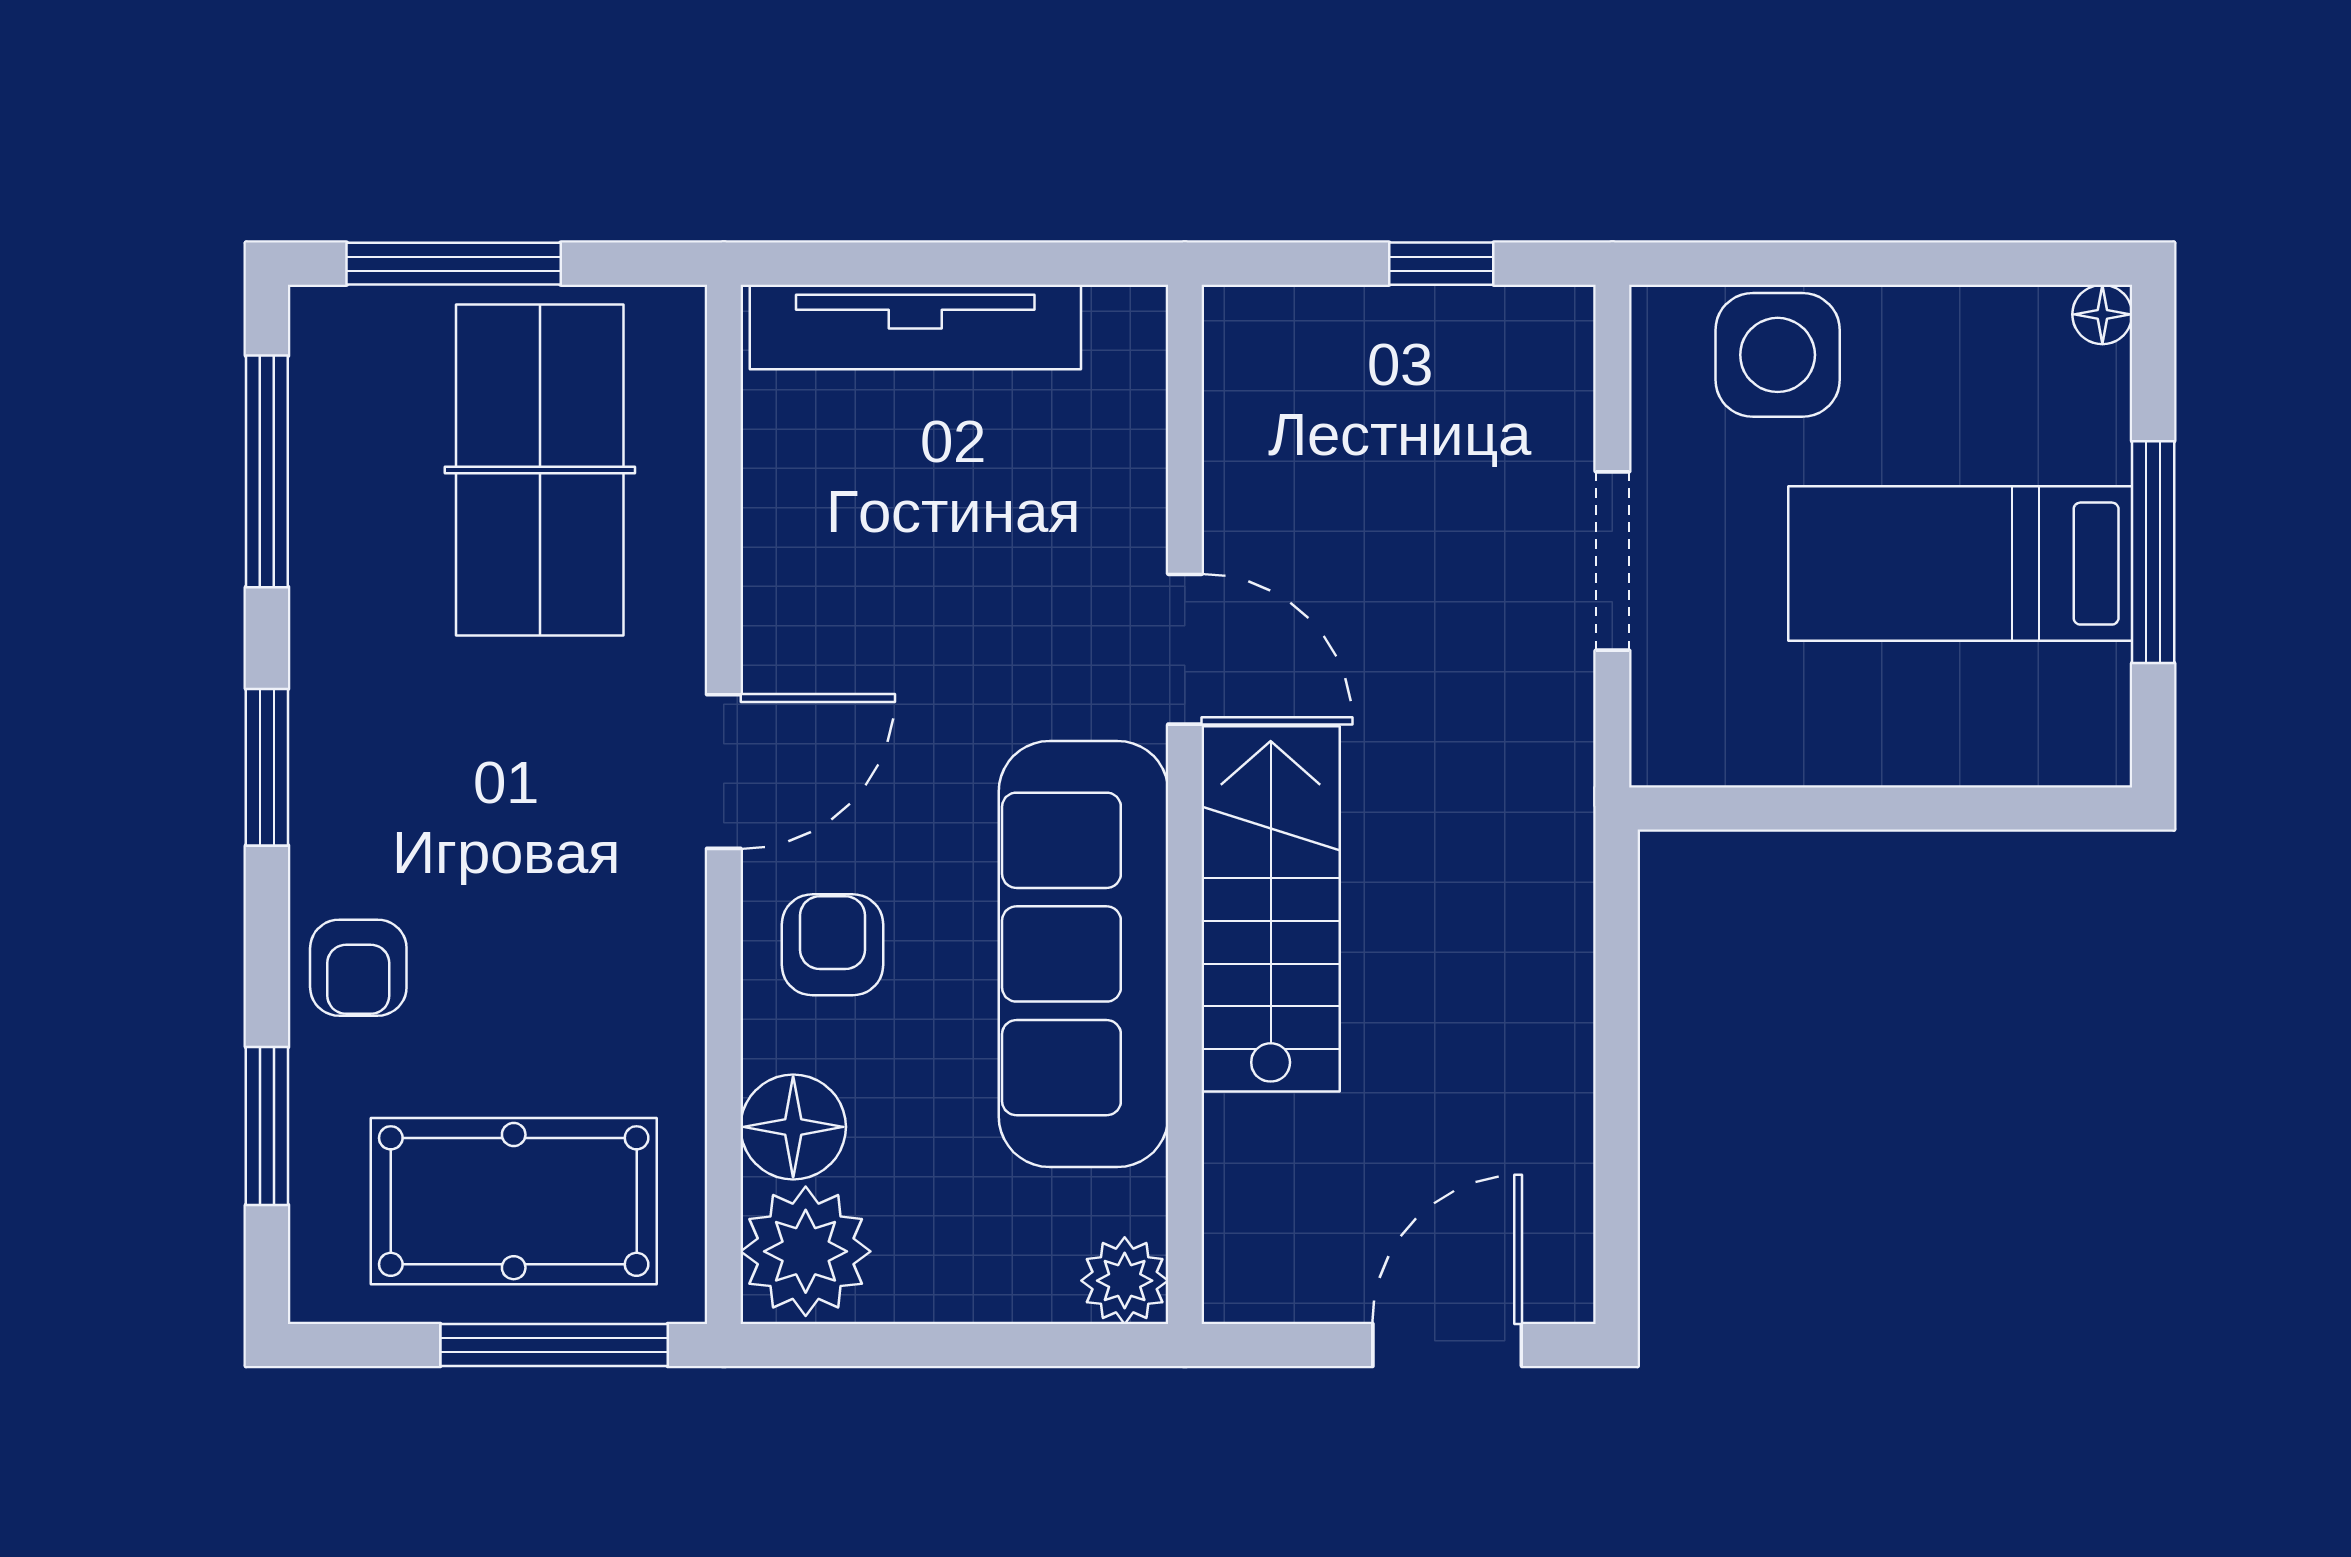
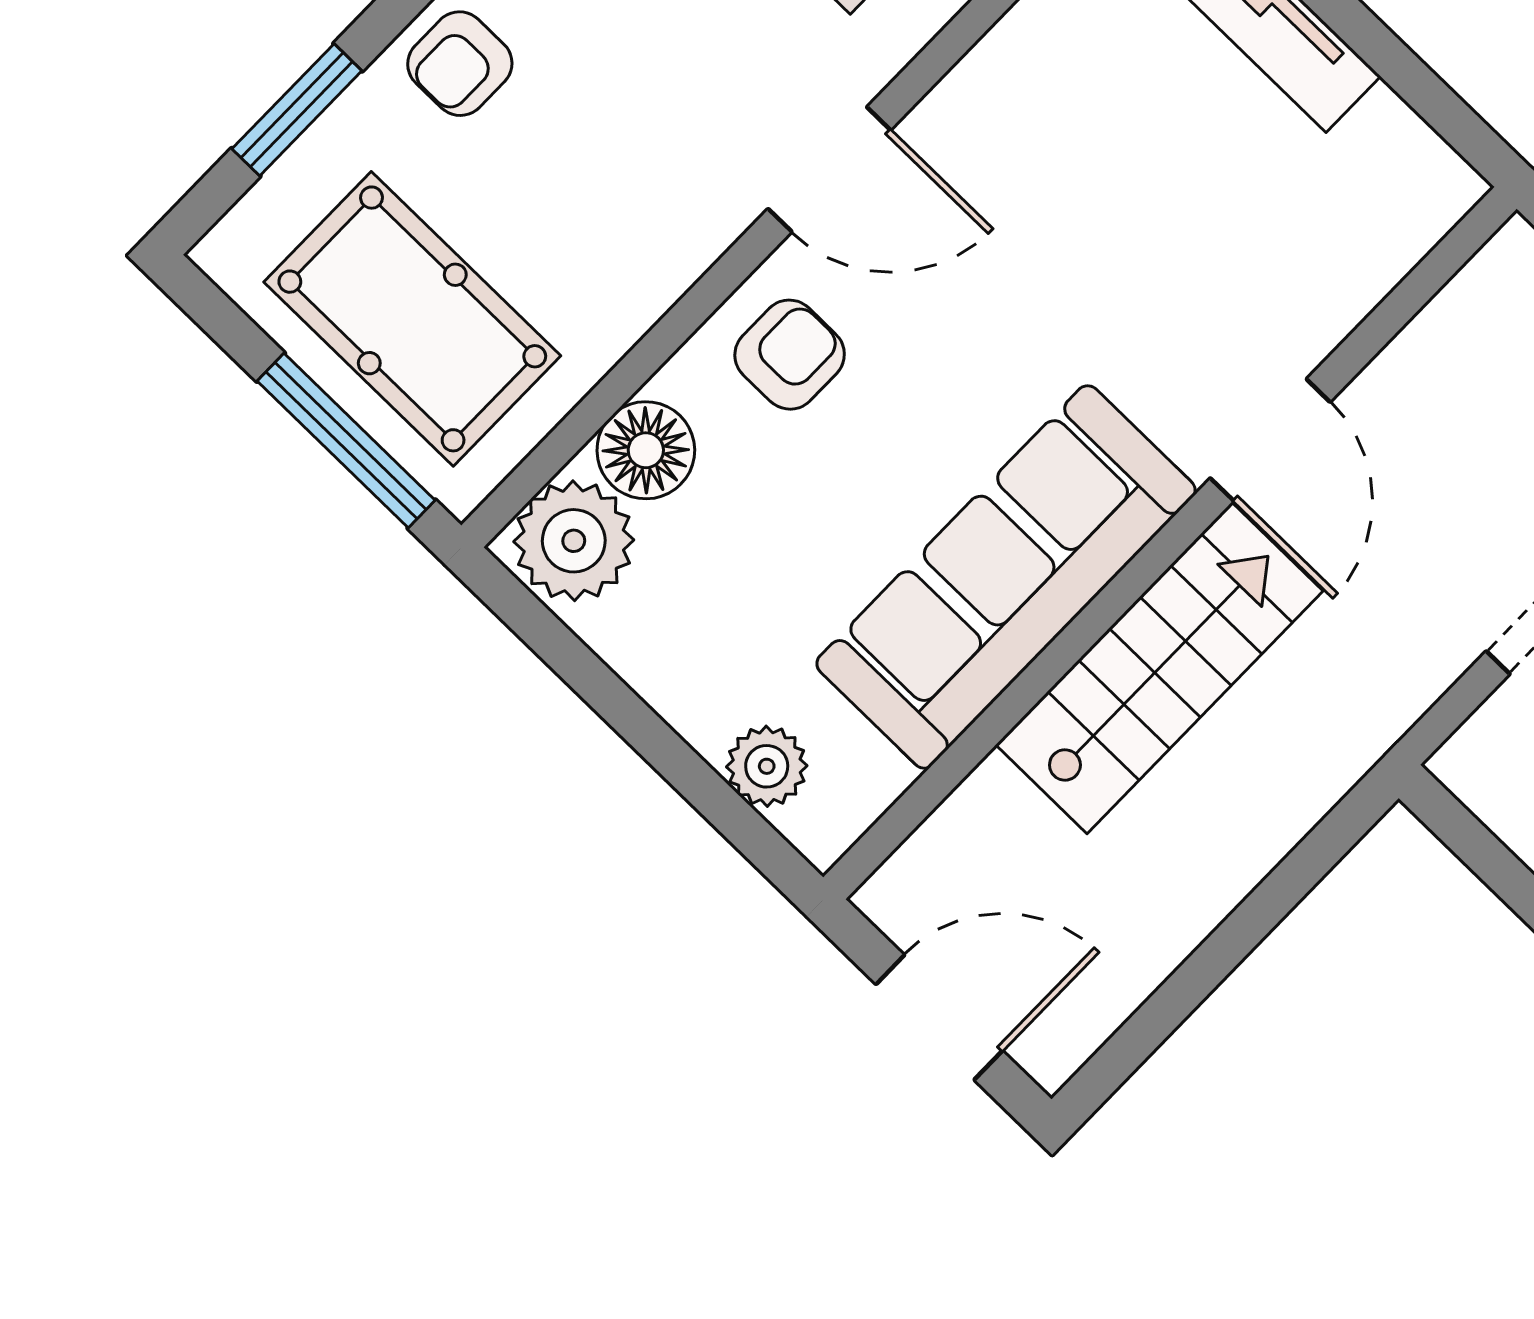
door: (1185, 649) -> (1270, 440), moved
wall: (1185, 804) -> (1170, 543), moved
stairs: (1271, 909) -> (1159, 668), moved
sofa: (1083, 954) -> (1006, 577), moved

